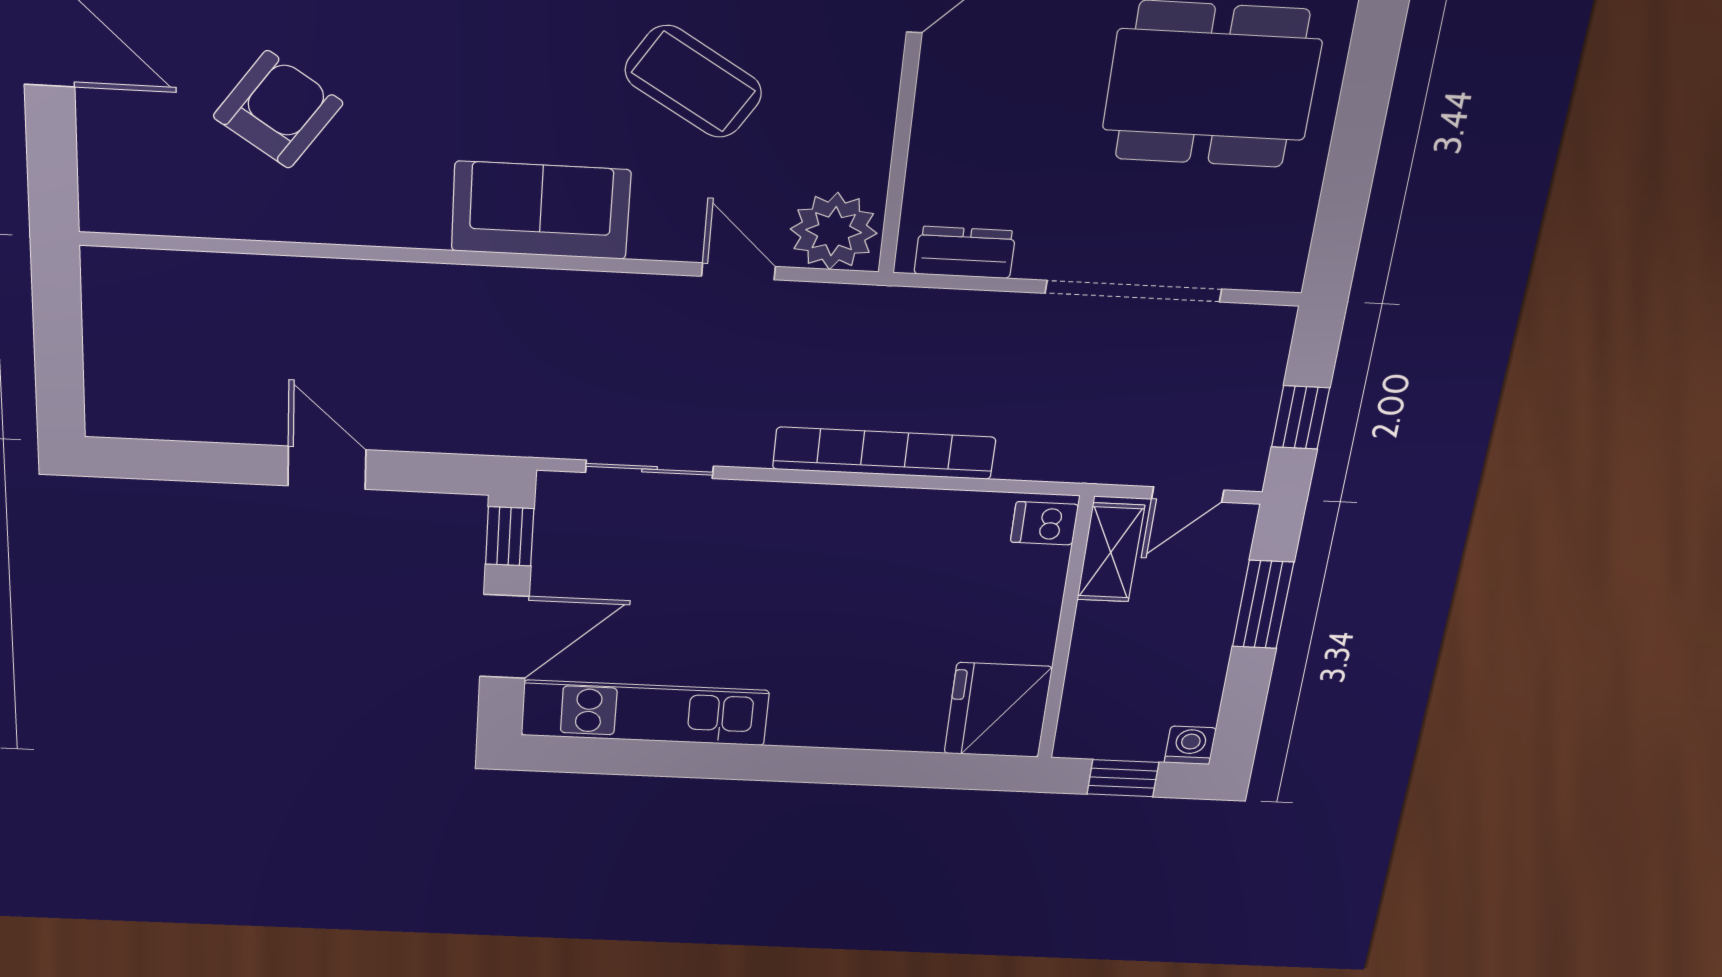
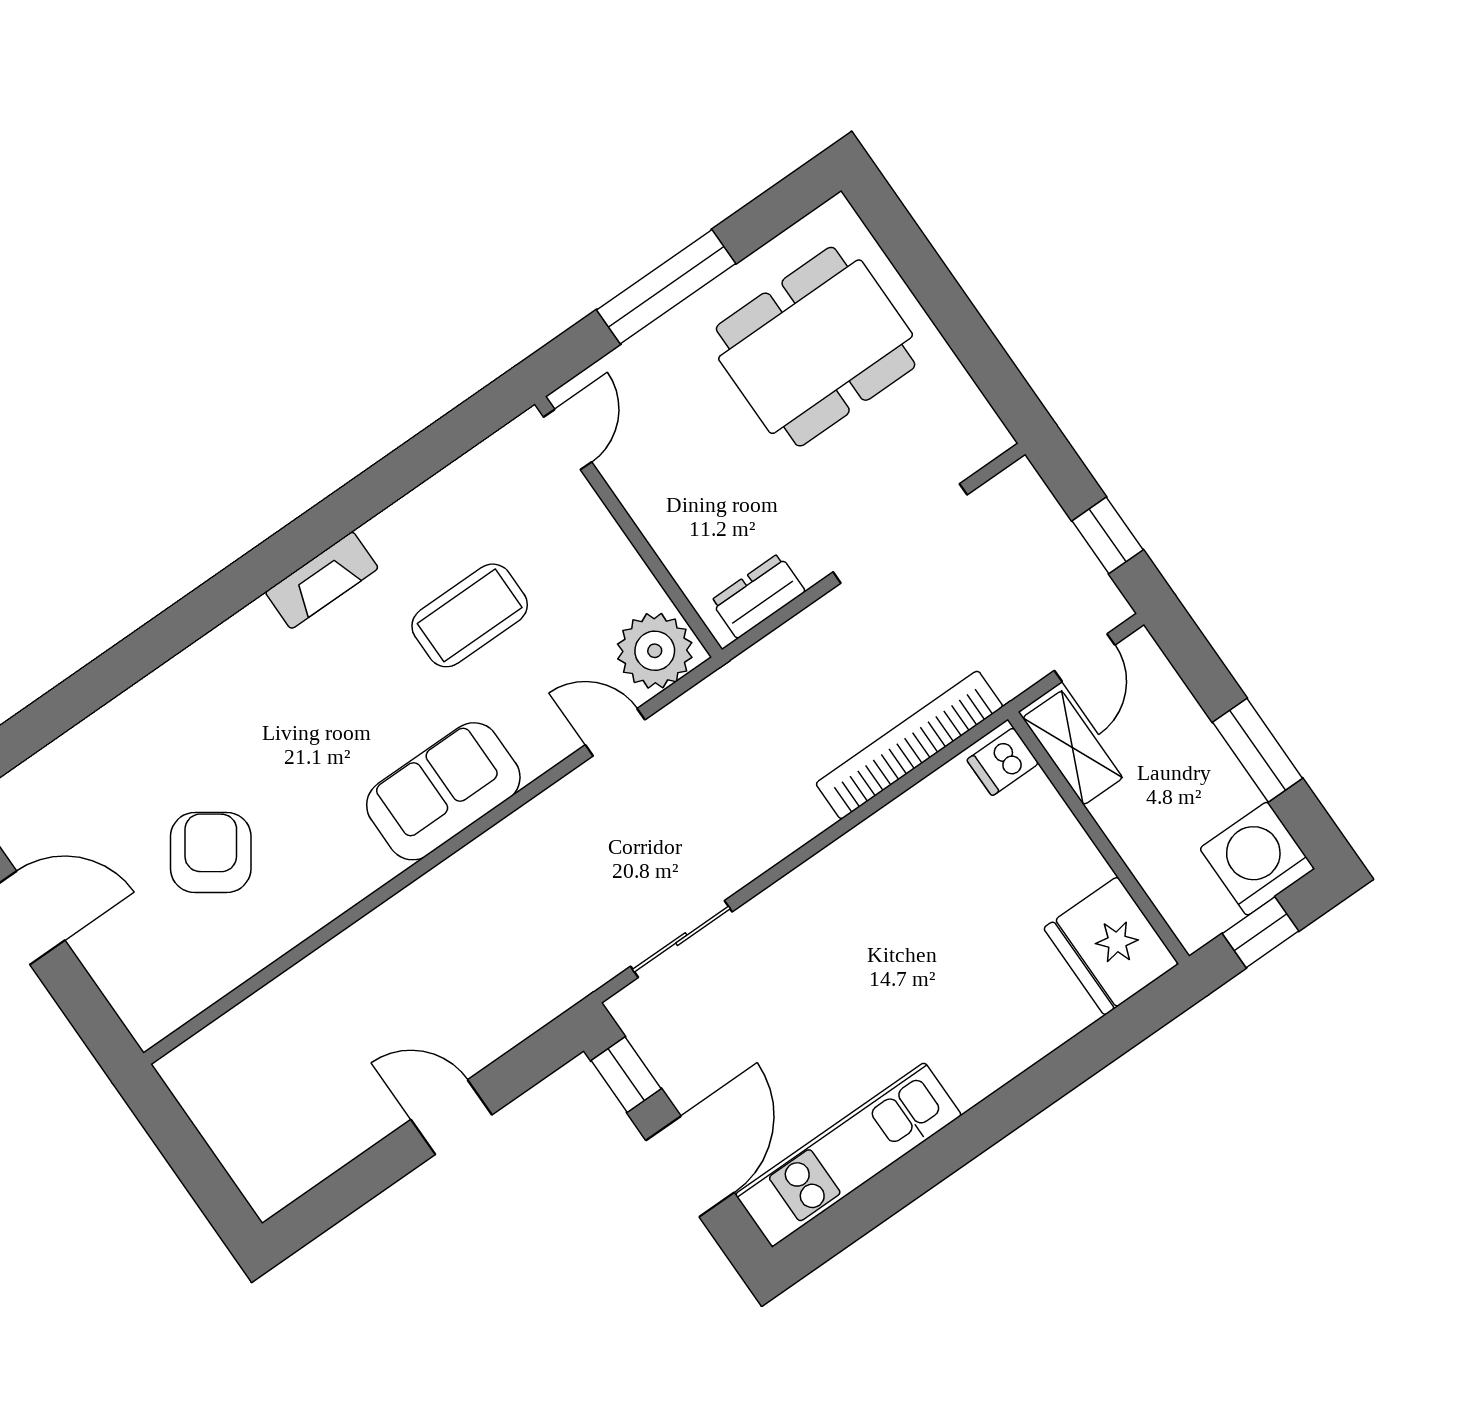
coffee table: (693, 82) -> (470, 615), turned -32
bookcase: (884, 453) -> (909, 745), moved
window: (1263, 604) -> (1258, 750), moved
washing machine: (1190, 745) -> (1257, 859), width x1.89, depth x1.89

